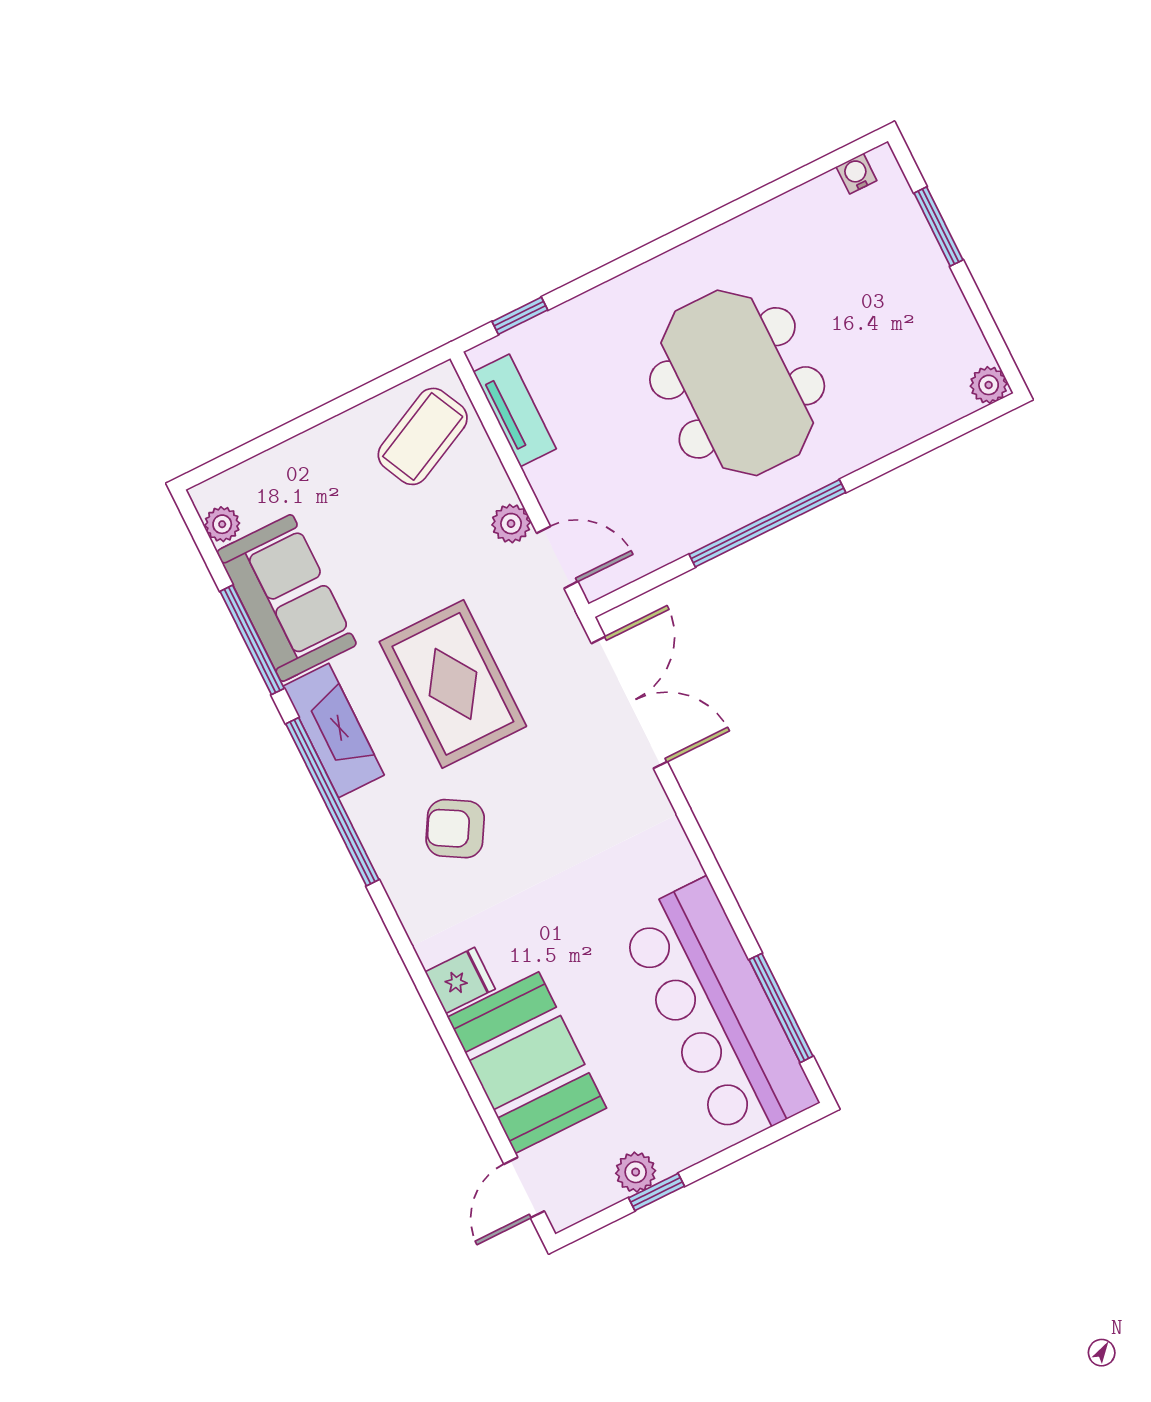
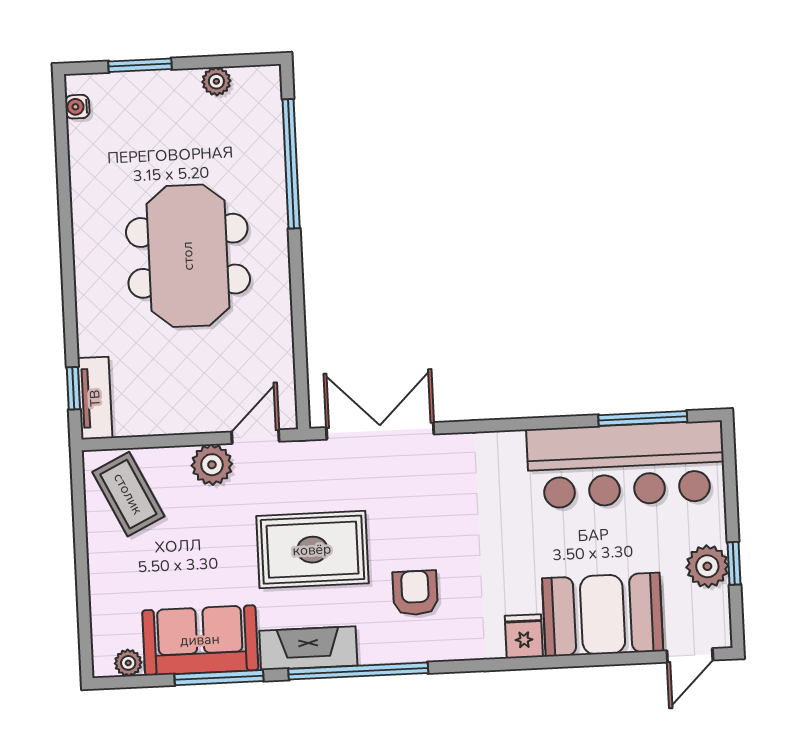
meeting table: (737, 383) -> (188, 256), turned 90
plant: (989, 385) -> (216, 81), moved
tv unit: (515, 410) -> (95, 398), moved, turned 90
window: (767, 523) -> (291, 164), moved
plant: (511, 524) -> (212, 465), width x1.38, depth x1.38
armchair: (455, 829) -> (415, 593), turned 150
plant: (636, 1172) -> (707, 566), width x1.38, depth x1.38
door: (524, 1188) -> (690, 655), hinge flipped

